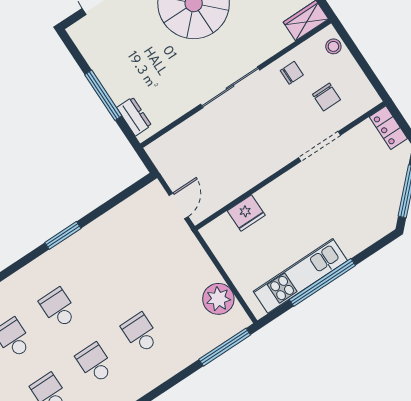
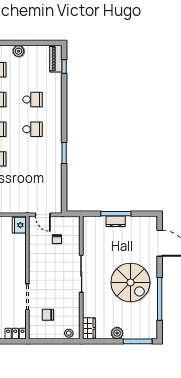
chair: (292, 73) -> (57, 239), moved
dresser: (134, 116) -> (116, 221), moved
fridge: (246, 213) -> (19, 225), moved

